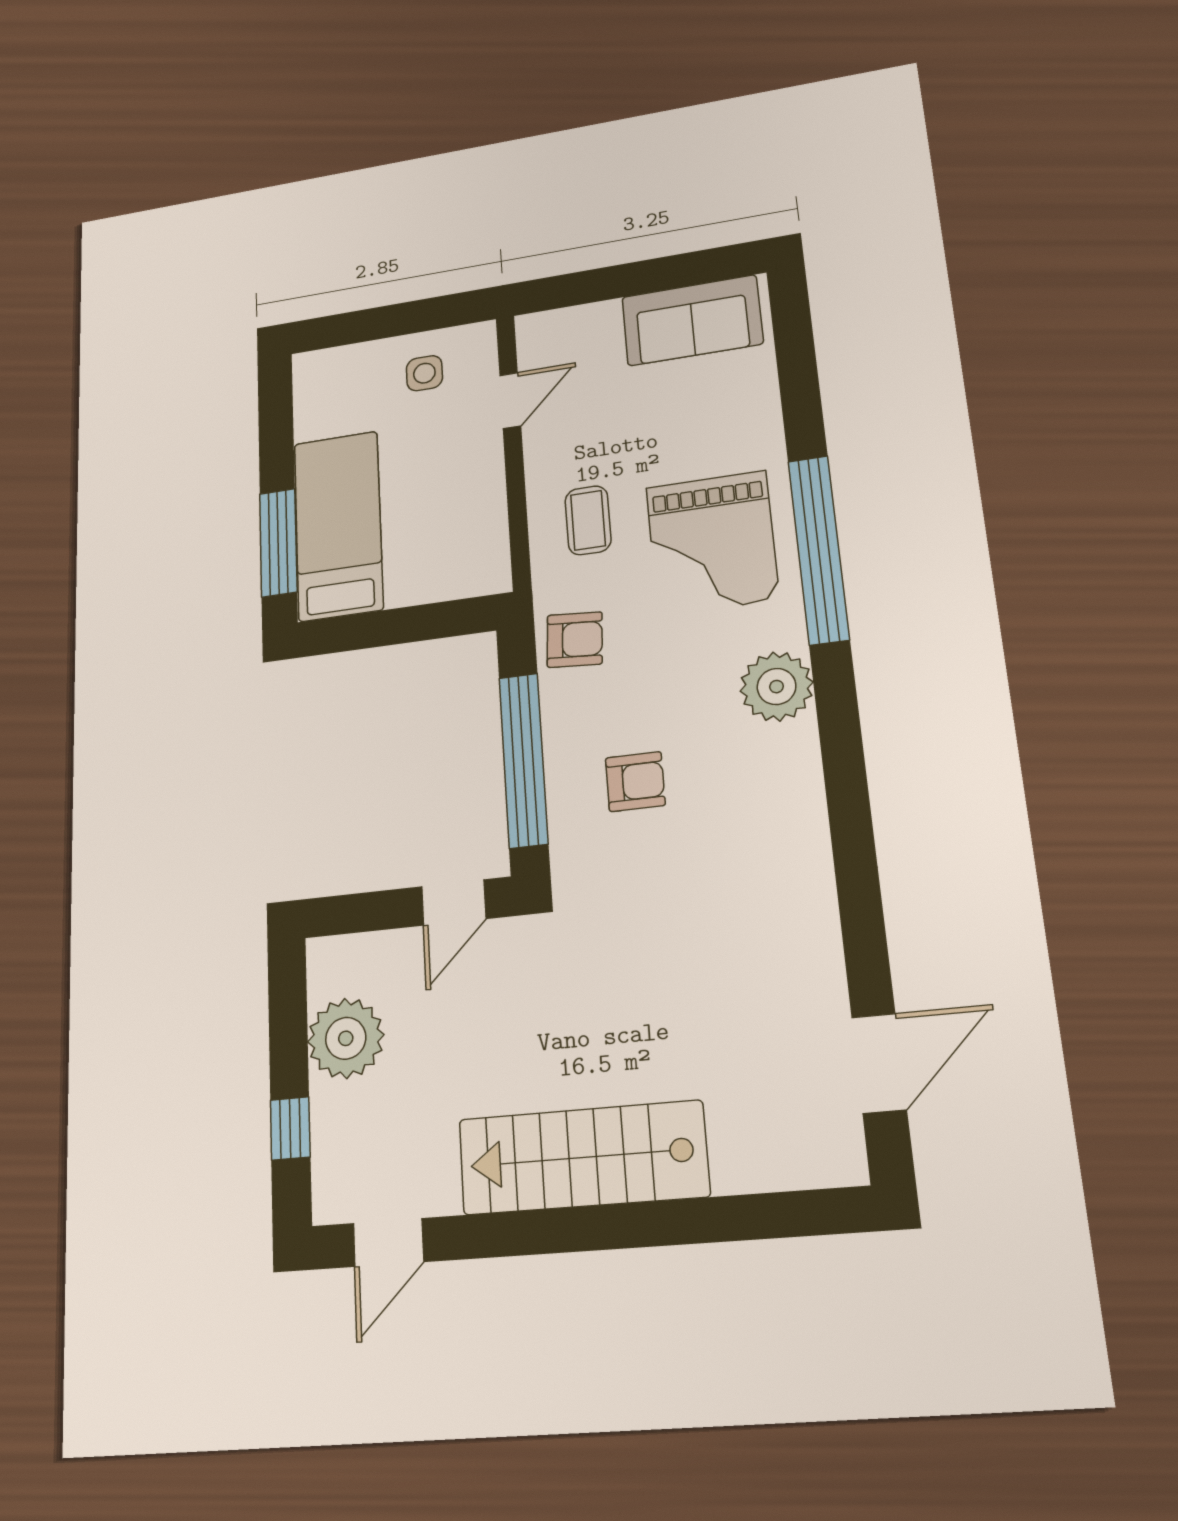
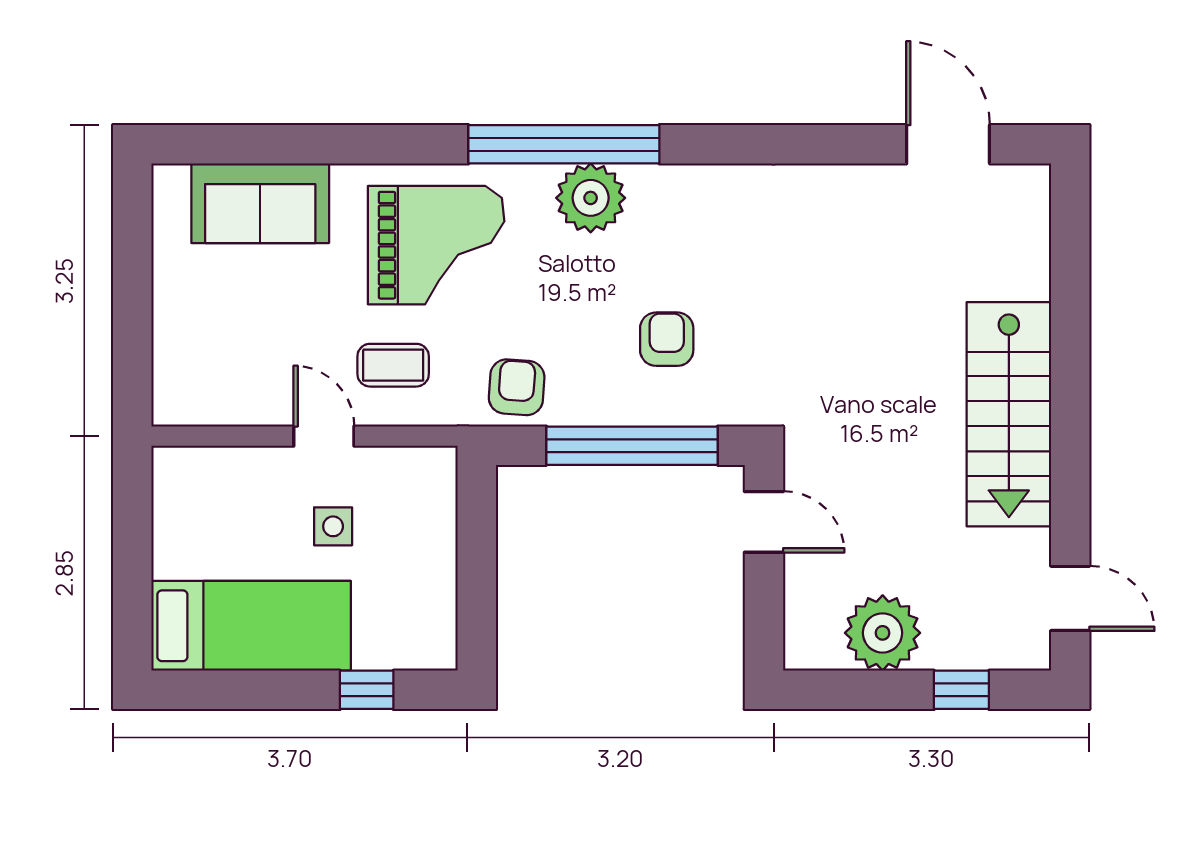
sofa: (692, 320) -> (260, 203), moved, turned 90
side table: (424, 373) -> (333, 526), moved
door: (510, 401) -> (324, 436), moved
bed: (338, 526) -> (251, 626), moved, turned 180
window: (278, 543) -> (367, 690), width x0.46
window: (819, 549) -> (564, 144), moved

